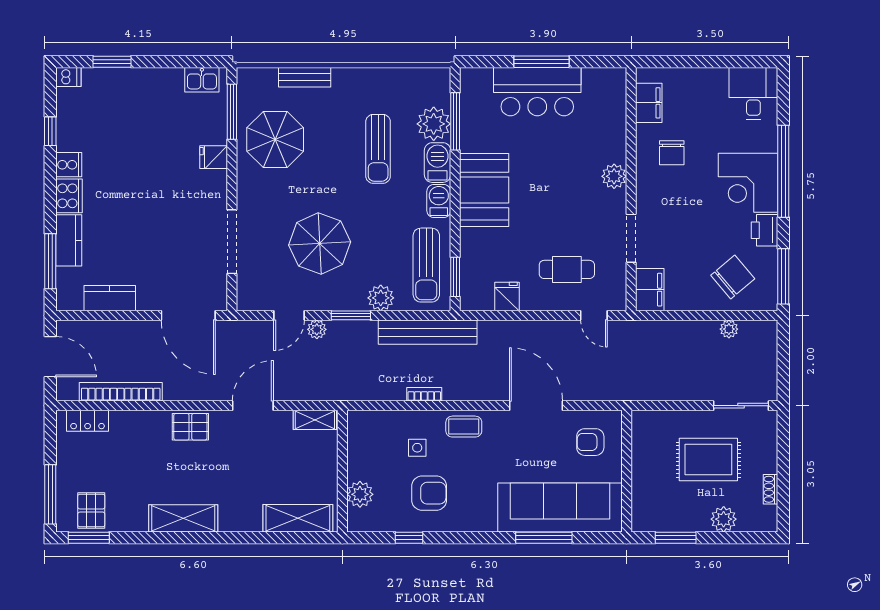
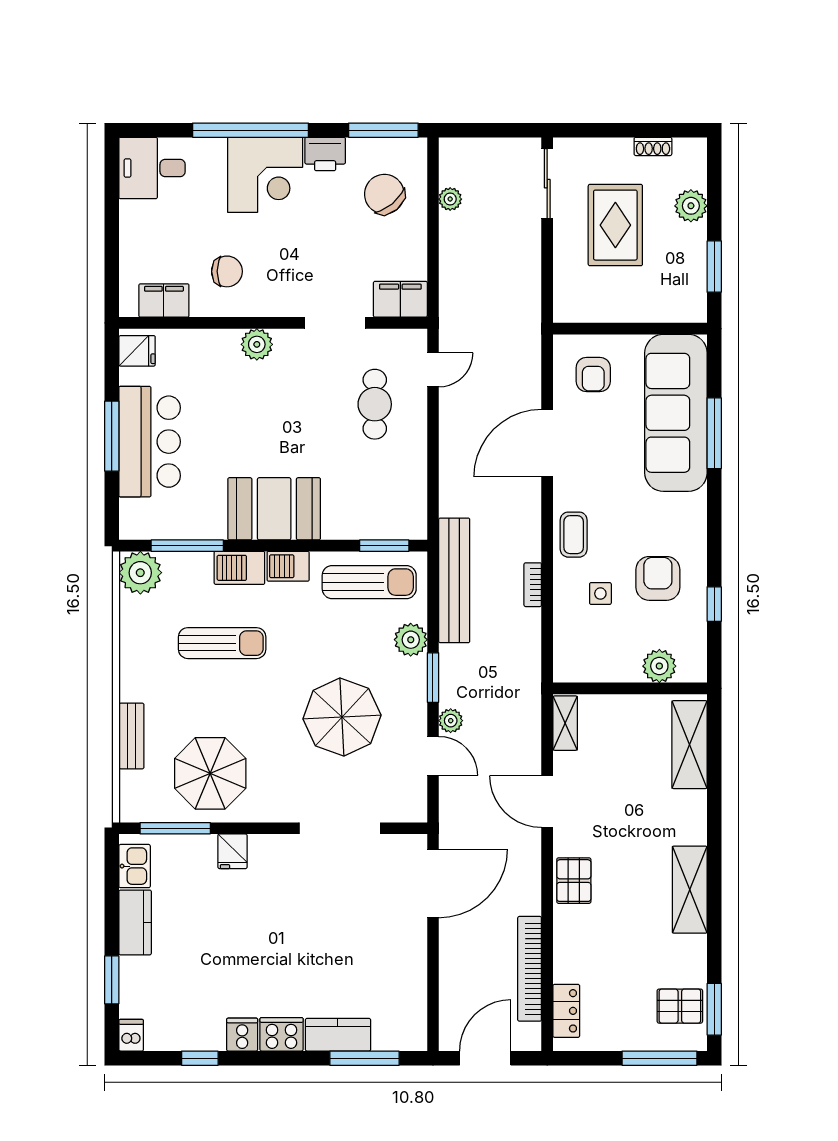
plant: (434, 124) -> (140, 573), moved
fridge: (507, 297) -> (137, 351), moved, turned 180
kitchen counter: (110, 298) -> (135, 922), moved, turned 180

